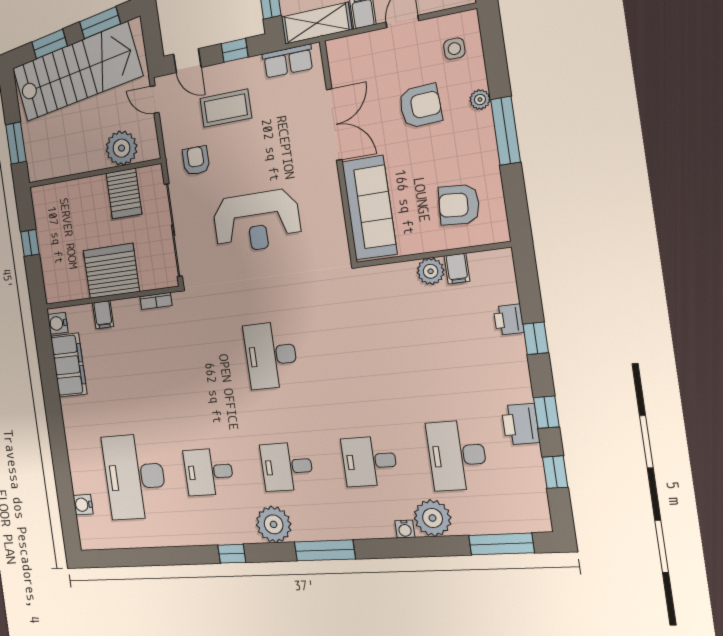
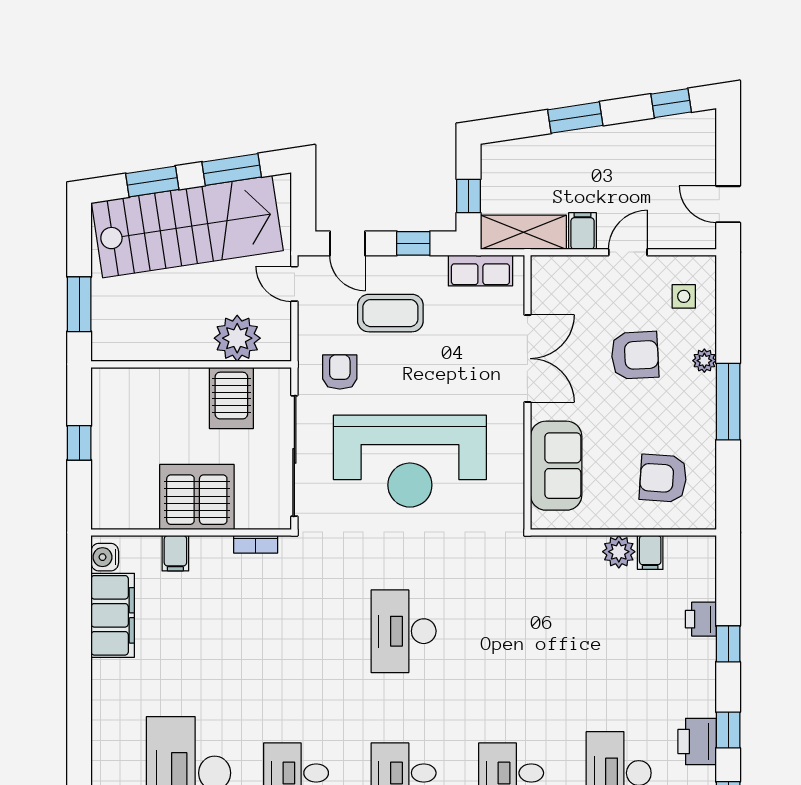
sofa: (369, 208) -> (556, 466), width x0.73
reception desk: (257, 221) -> (410, 461), width x1.36, depth x1.30

